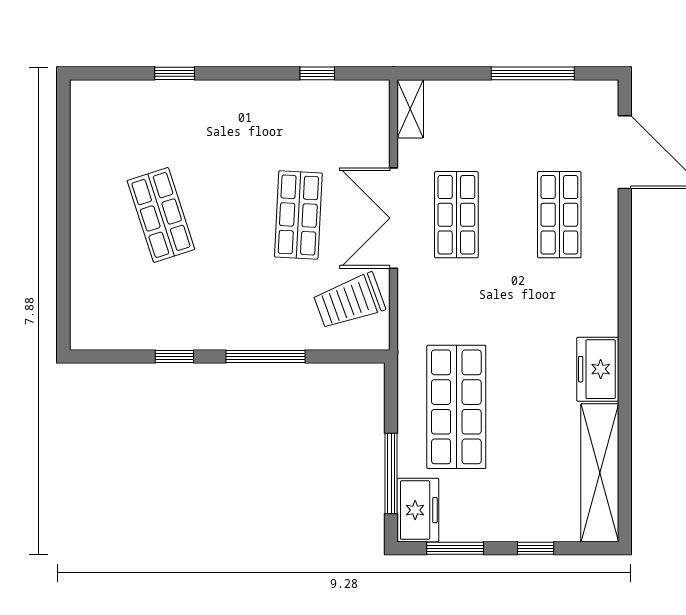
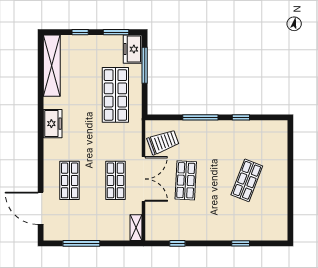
shop shelf: (161, 215) -> (247, 180), turned 39
freezer: (598, 369) -> (53, 124), moved

